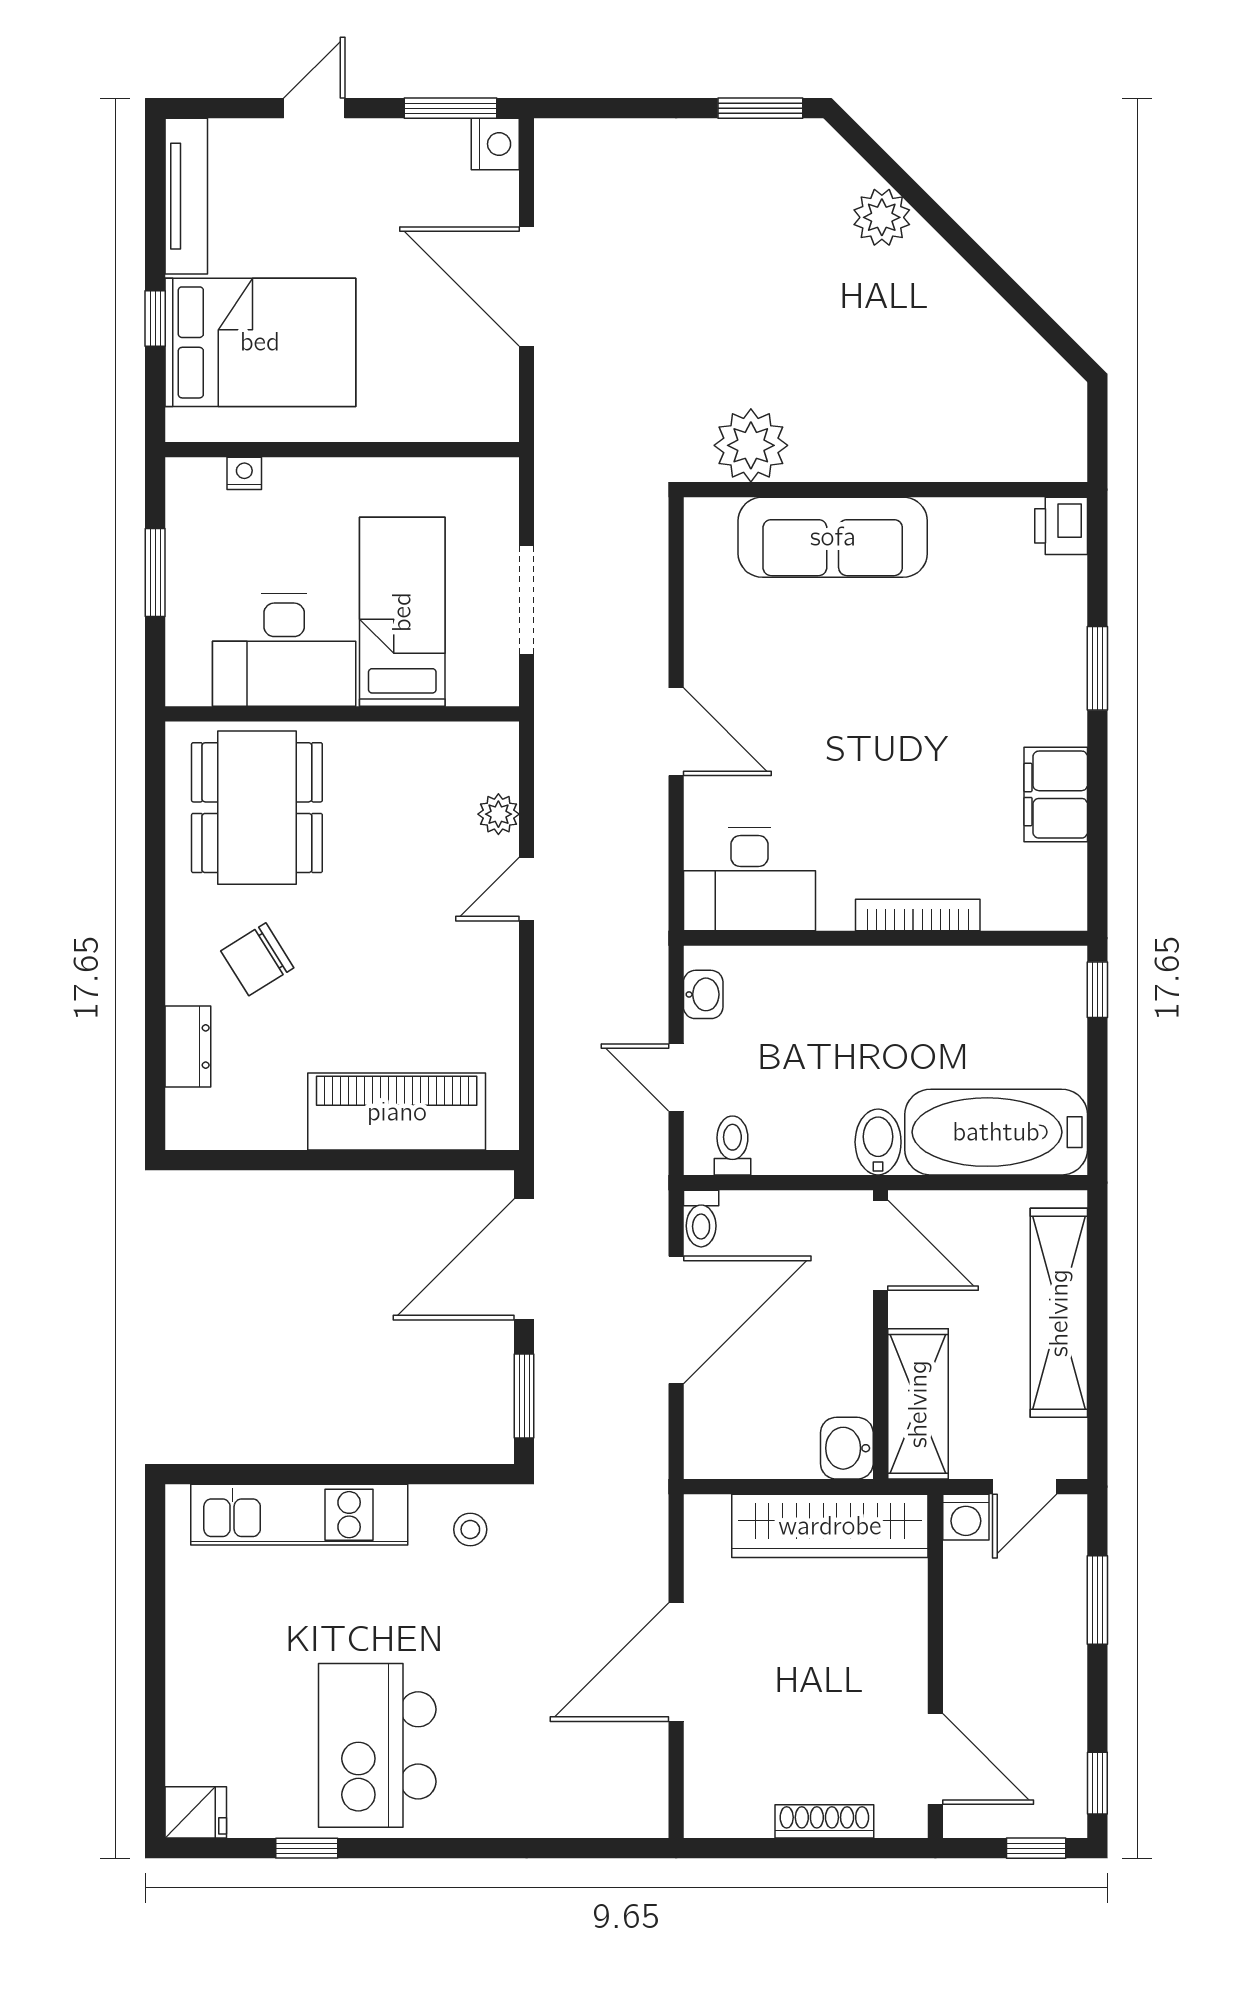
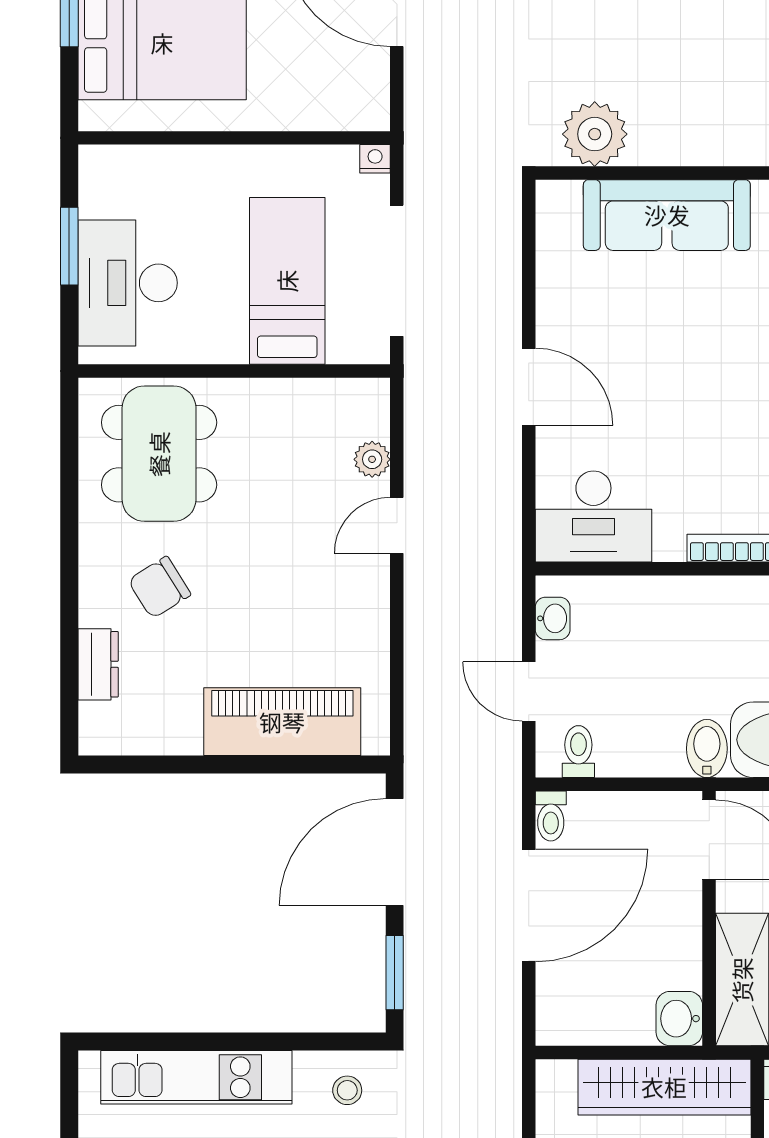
nightstand: (244, 473) -> (375, 159), moved
doorway: (527, 600) -> (397, 271), width x1.36
desk: (284, 650) -> (128, 283), moved, turned 90

